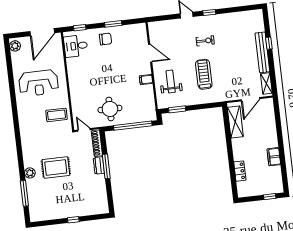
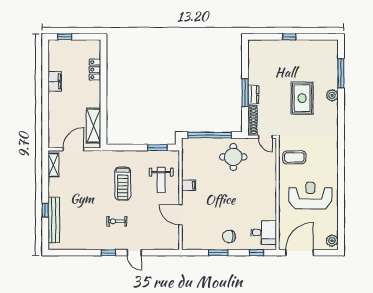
bench: (262, 52) -> (54, 220), moved
rug: (56, 167) -> (302, 98), turned 90

